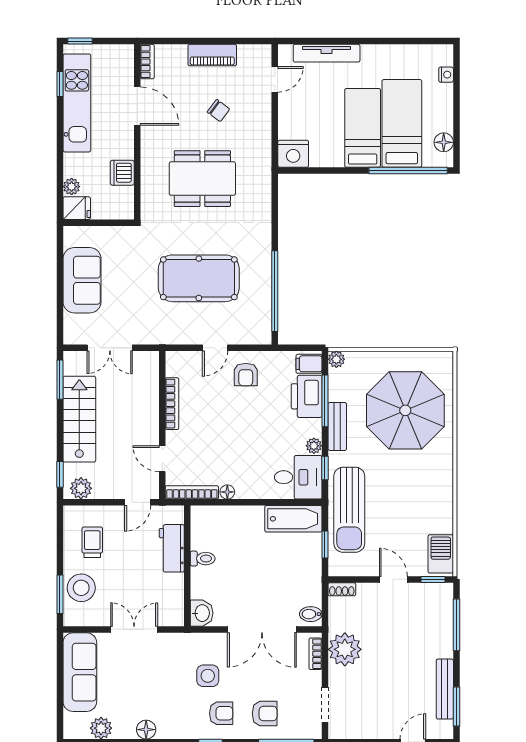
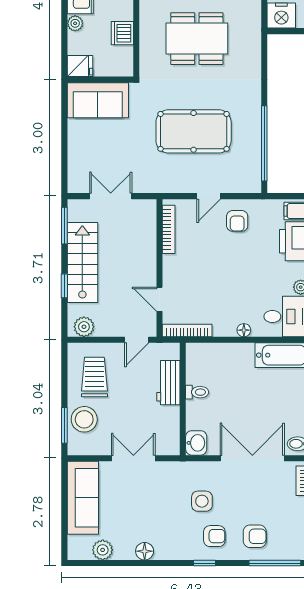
plant: (72, 187) -> (75, 23), moved
sofa: (82, 280) -> (98, 100), moved, turned 90
double door: (110, 348) -> (111, 196), swing flipped
bookcase: (172, 404) -> (169, 229), moved
window: (60, 474) -> (64, 286), moved
floor lamp: (227, 492) -> (244, 330), moved
trolley: (92, 542) -> (94, 377), width x1.36, depth x1.39
double door: (262, 630) -> (252, 458), swing flipped

